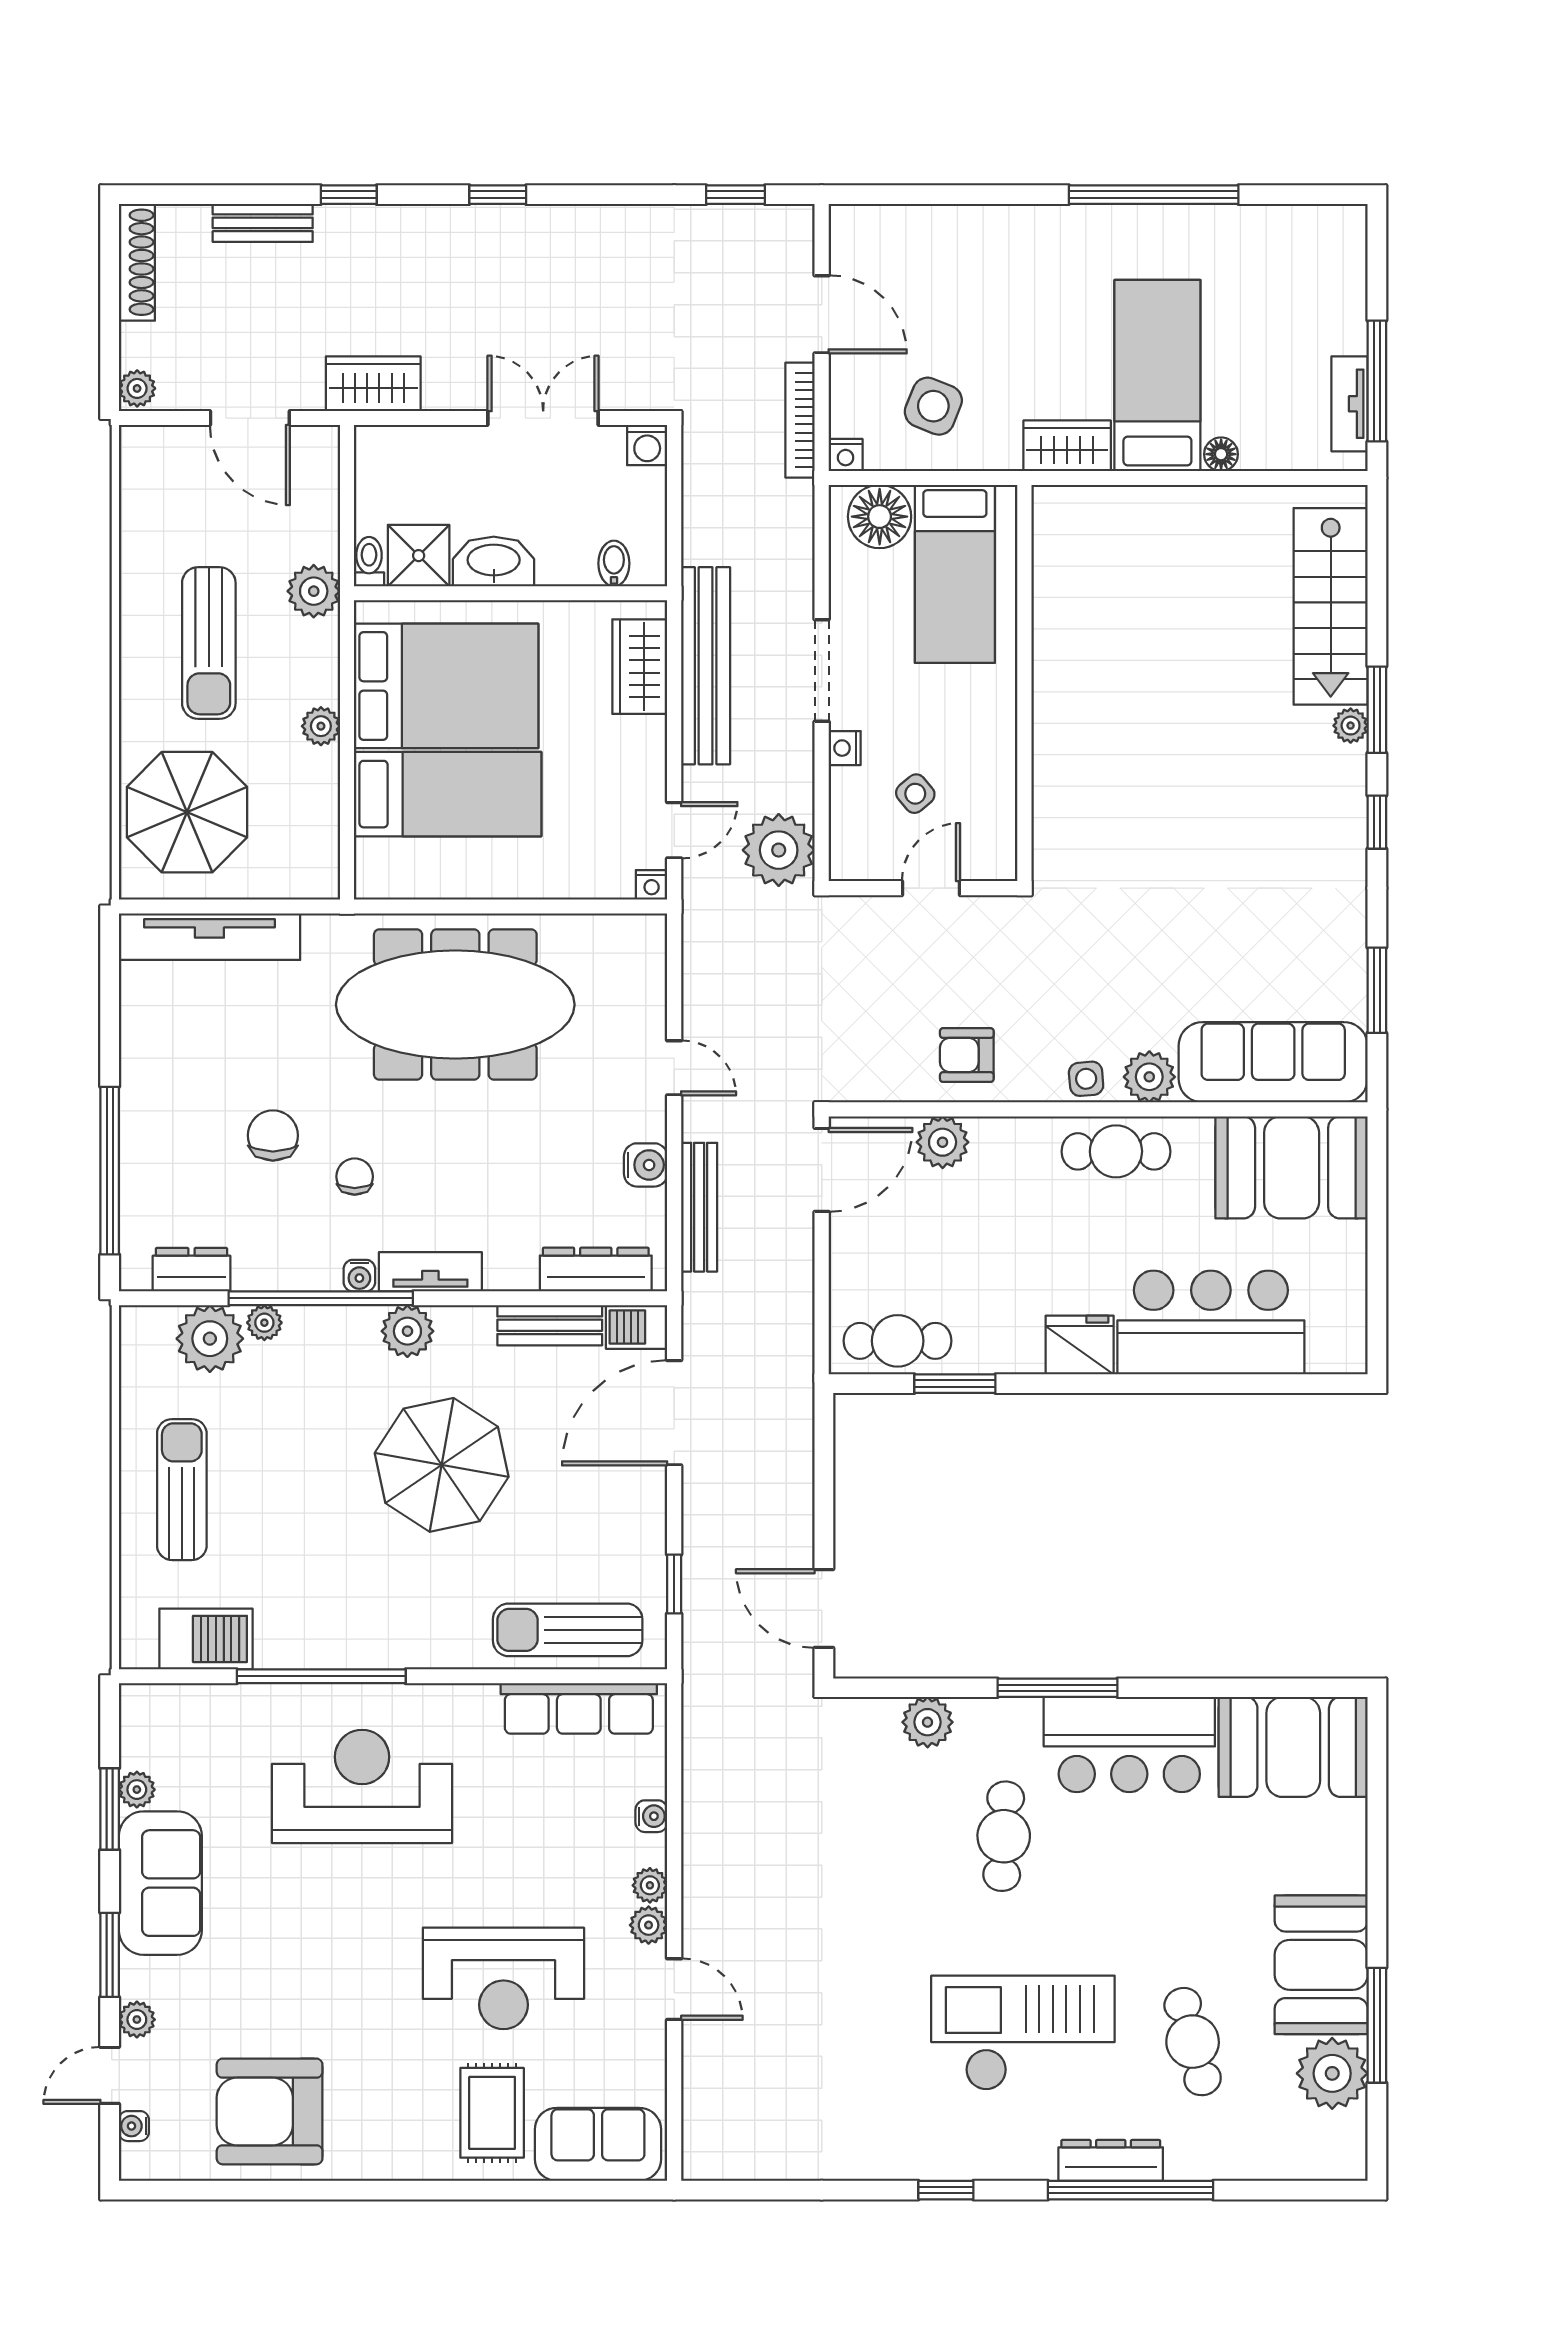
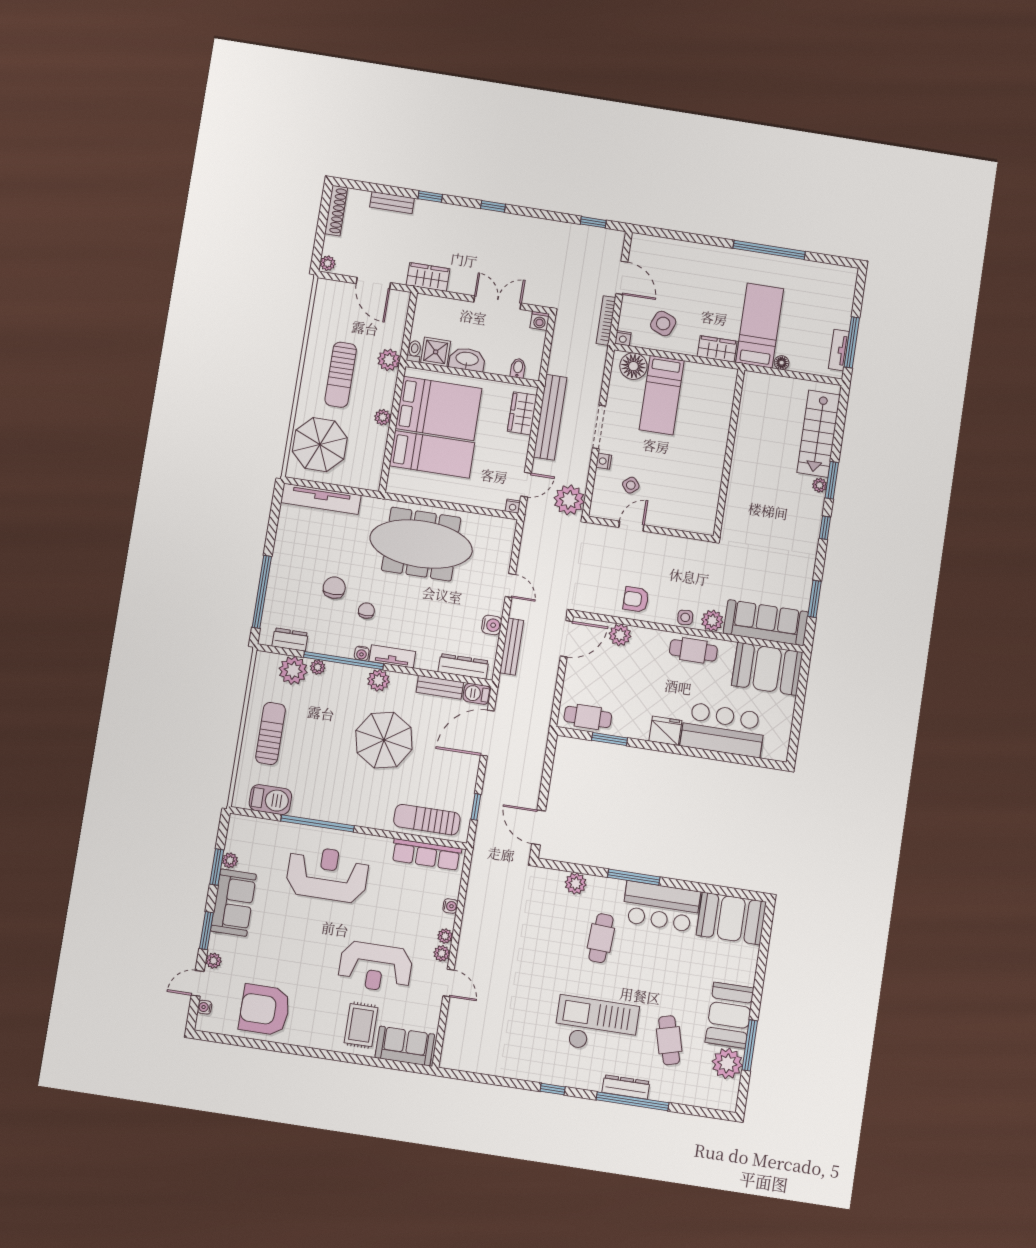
wall: (1024, 683) -> (729, 453), moved

